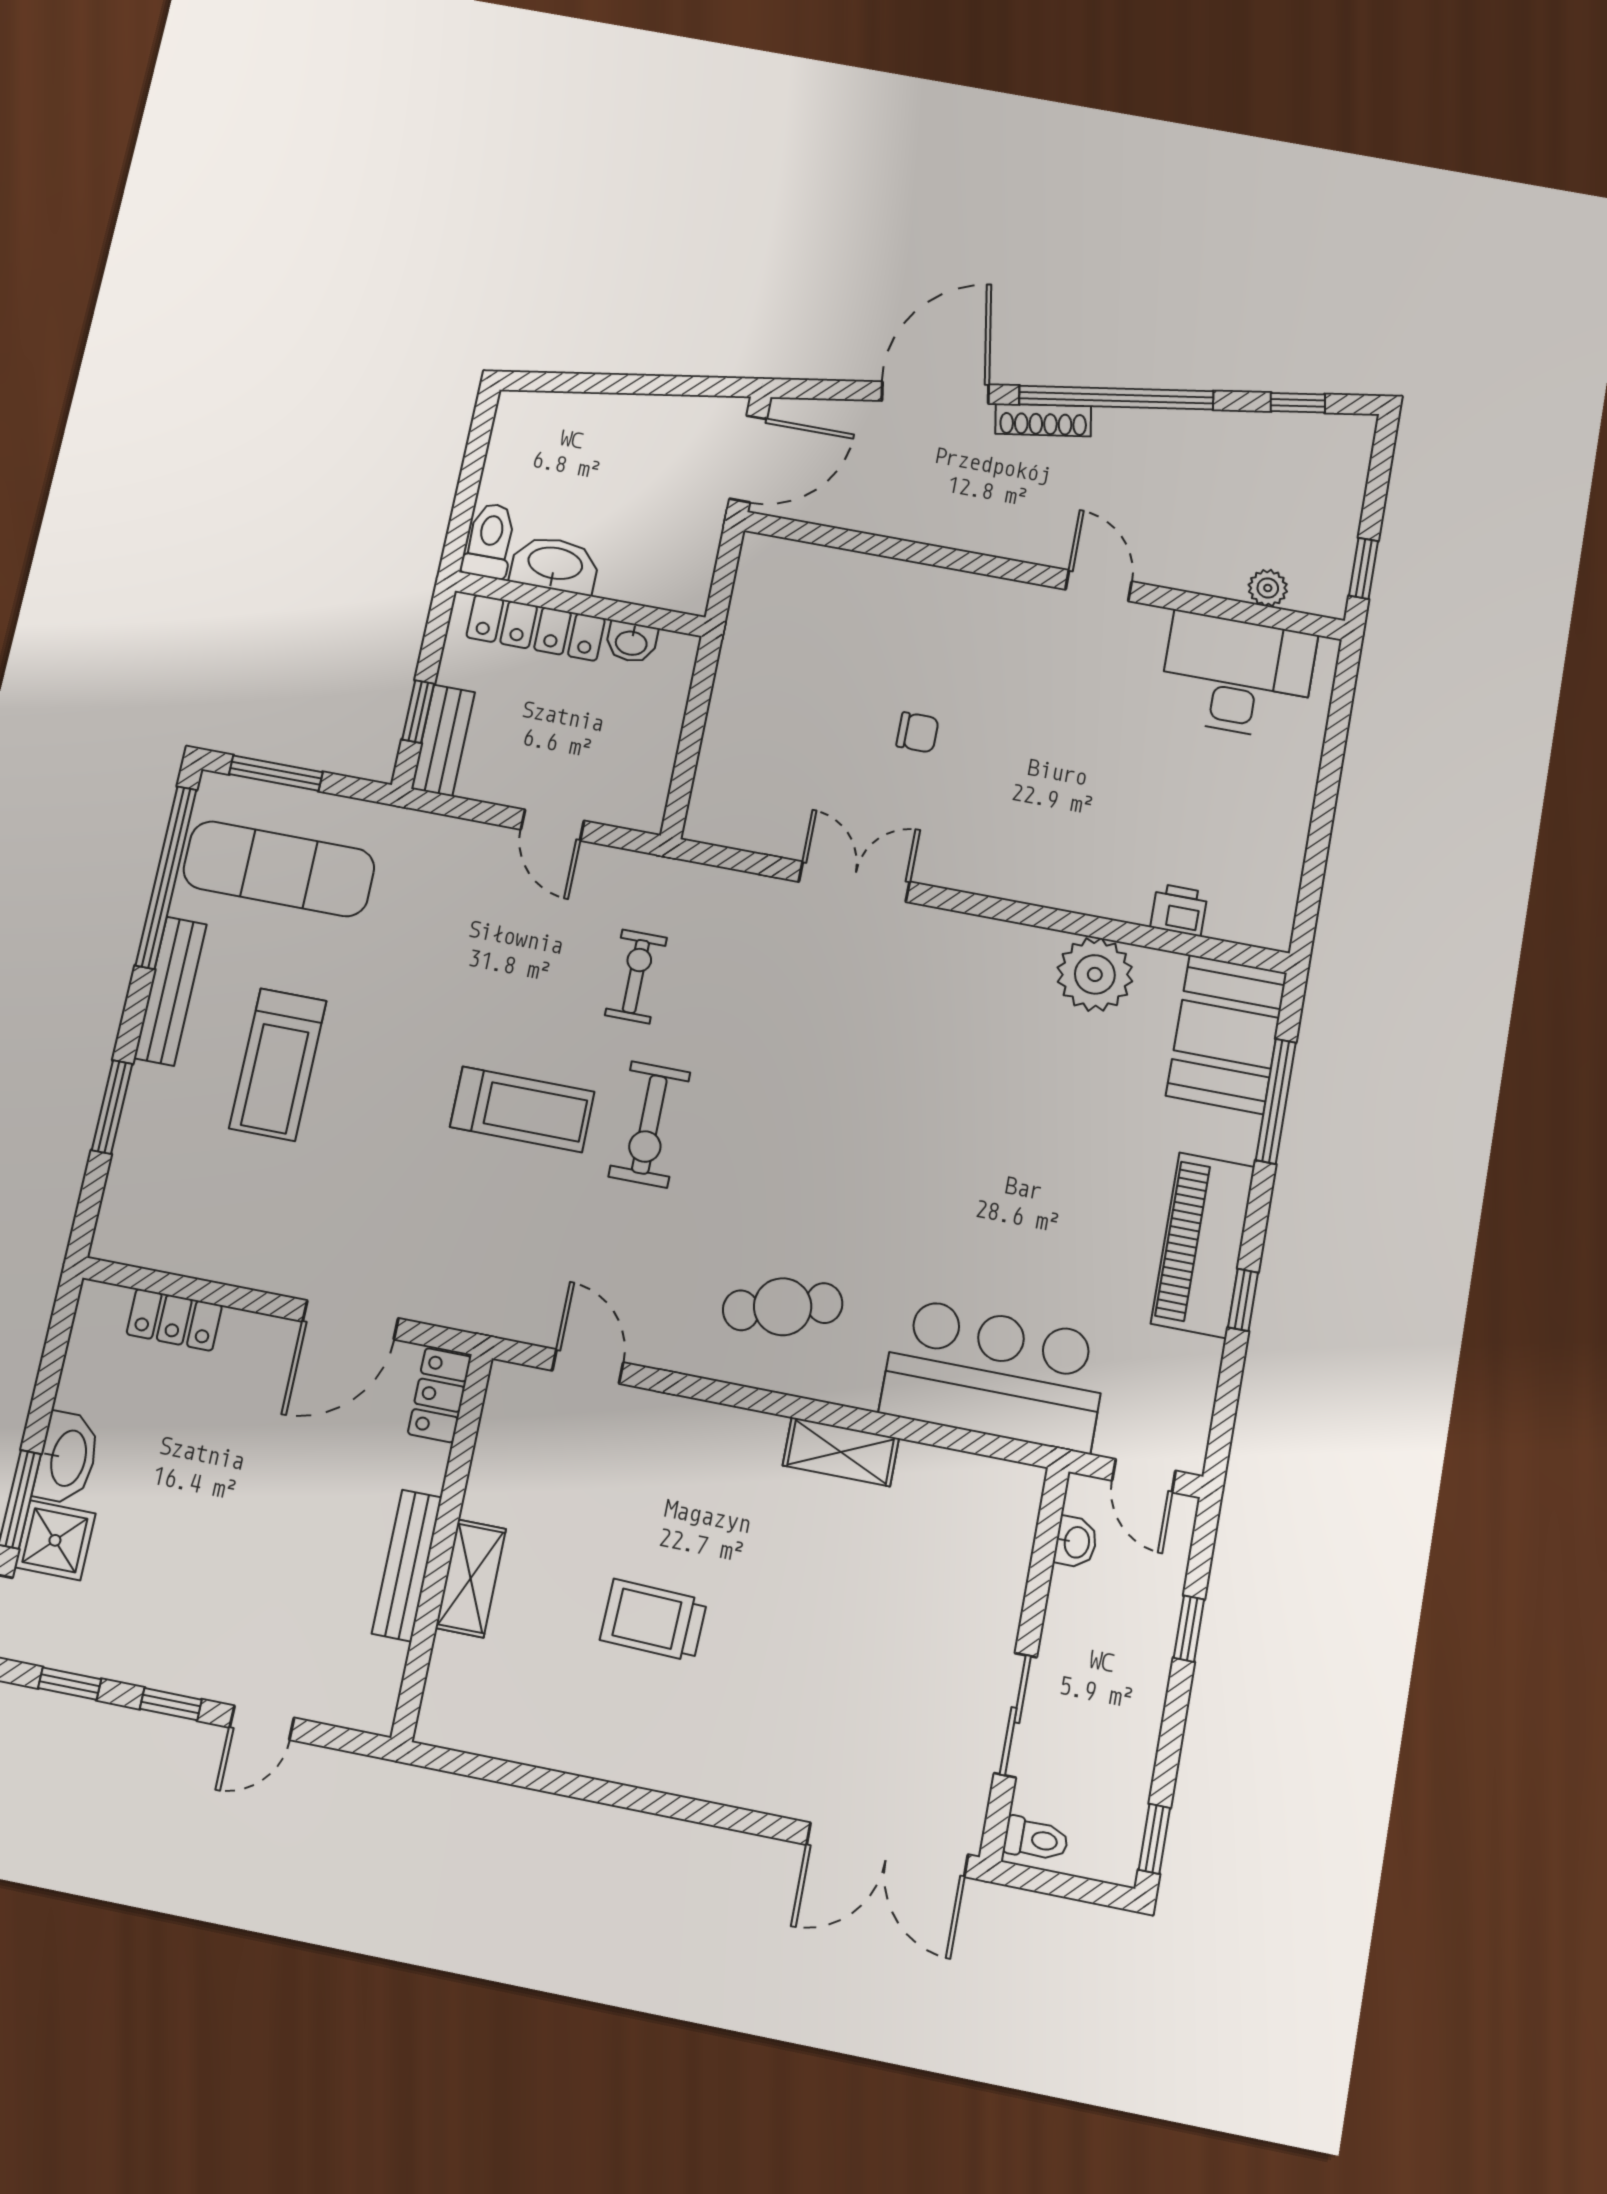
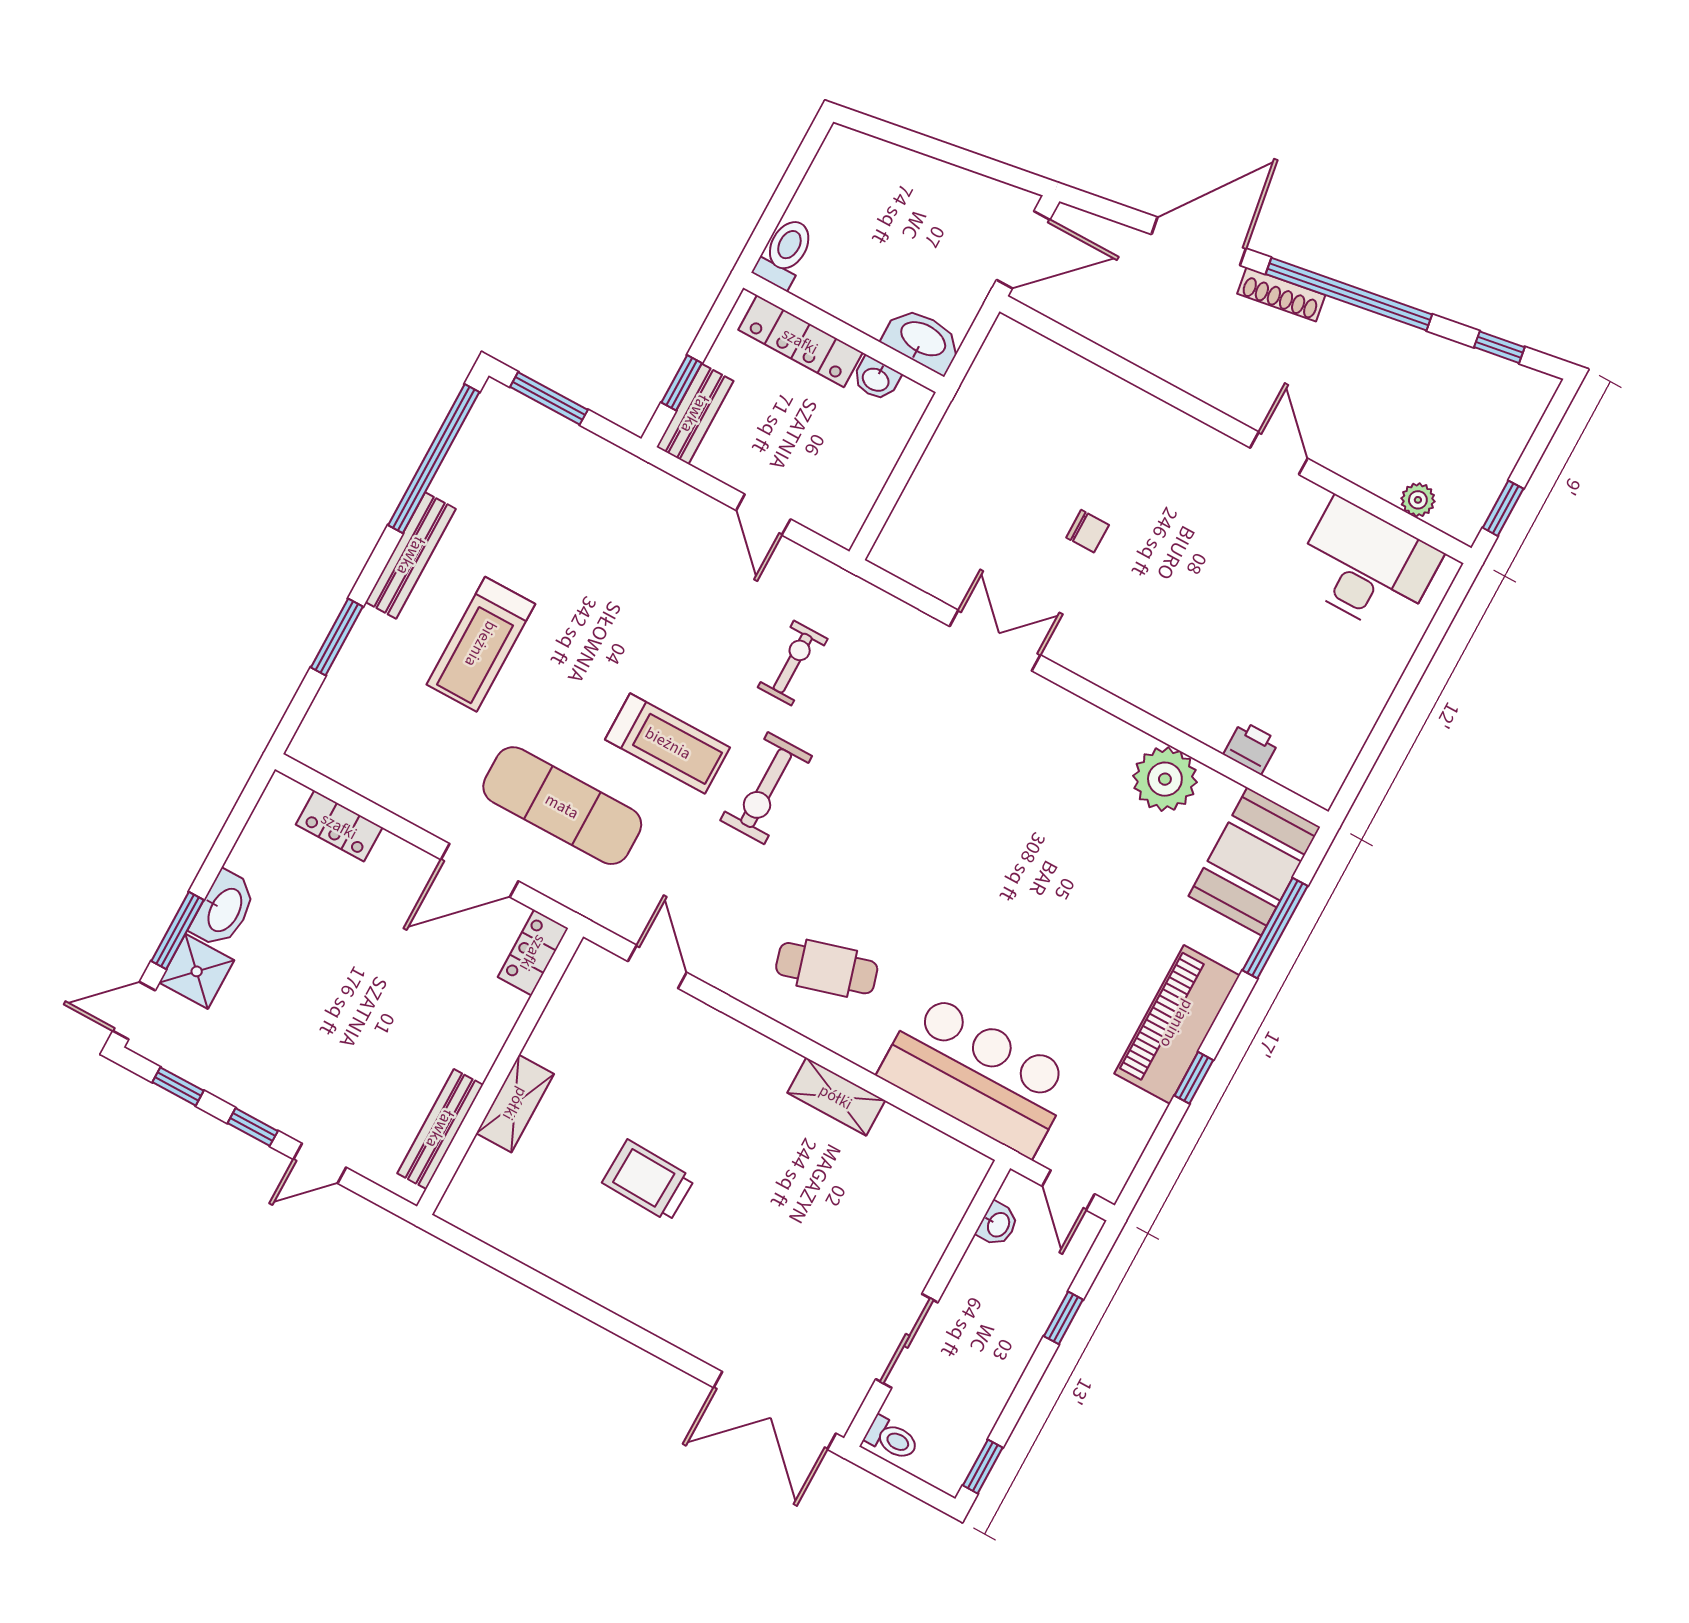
washbasin: (555, 565) -> (923, 340), moved
exercise mat: (279, 869) -> (562, 806), moved
bench: (407, 1565) -> (440, 1129), moved

